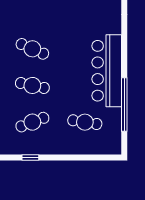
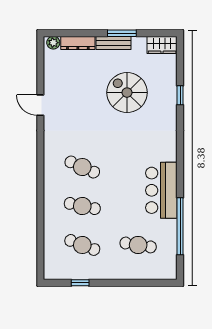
bar counter: (107, 71) -> (161, 190), width x0.73
cafe table: (32, 122) -> (82, 245), turned 42

